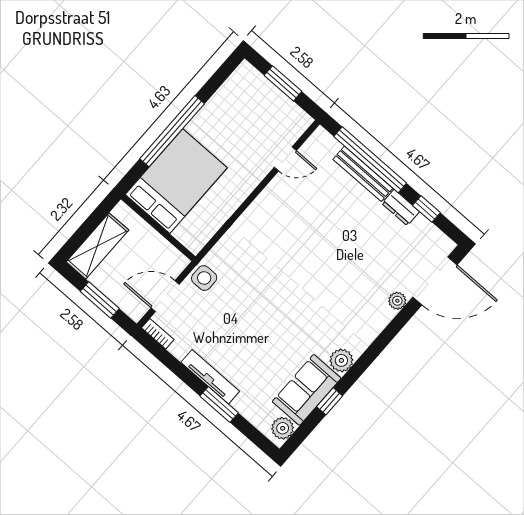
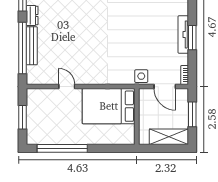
window: (172, 131) -> (62, 148), moved
door: (285, 159) -> (67, 87), moved
bed: (176, 181) -> (109, 106), moved
window: (219, 404) -> (192, 38), moved

